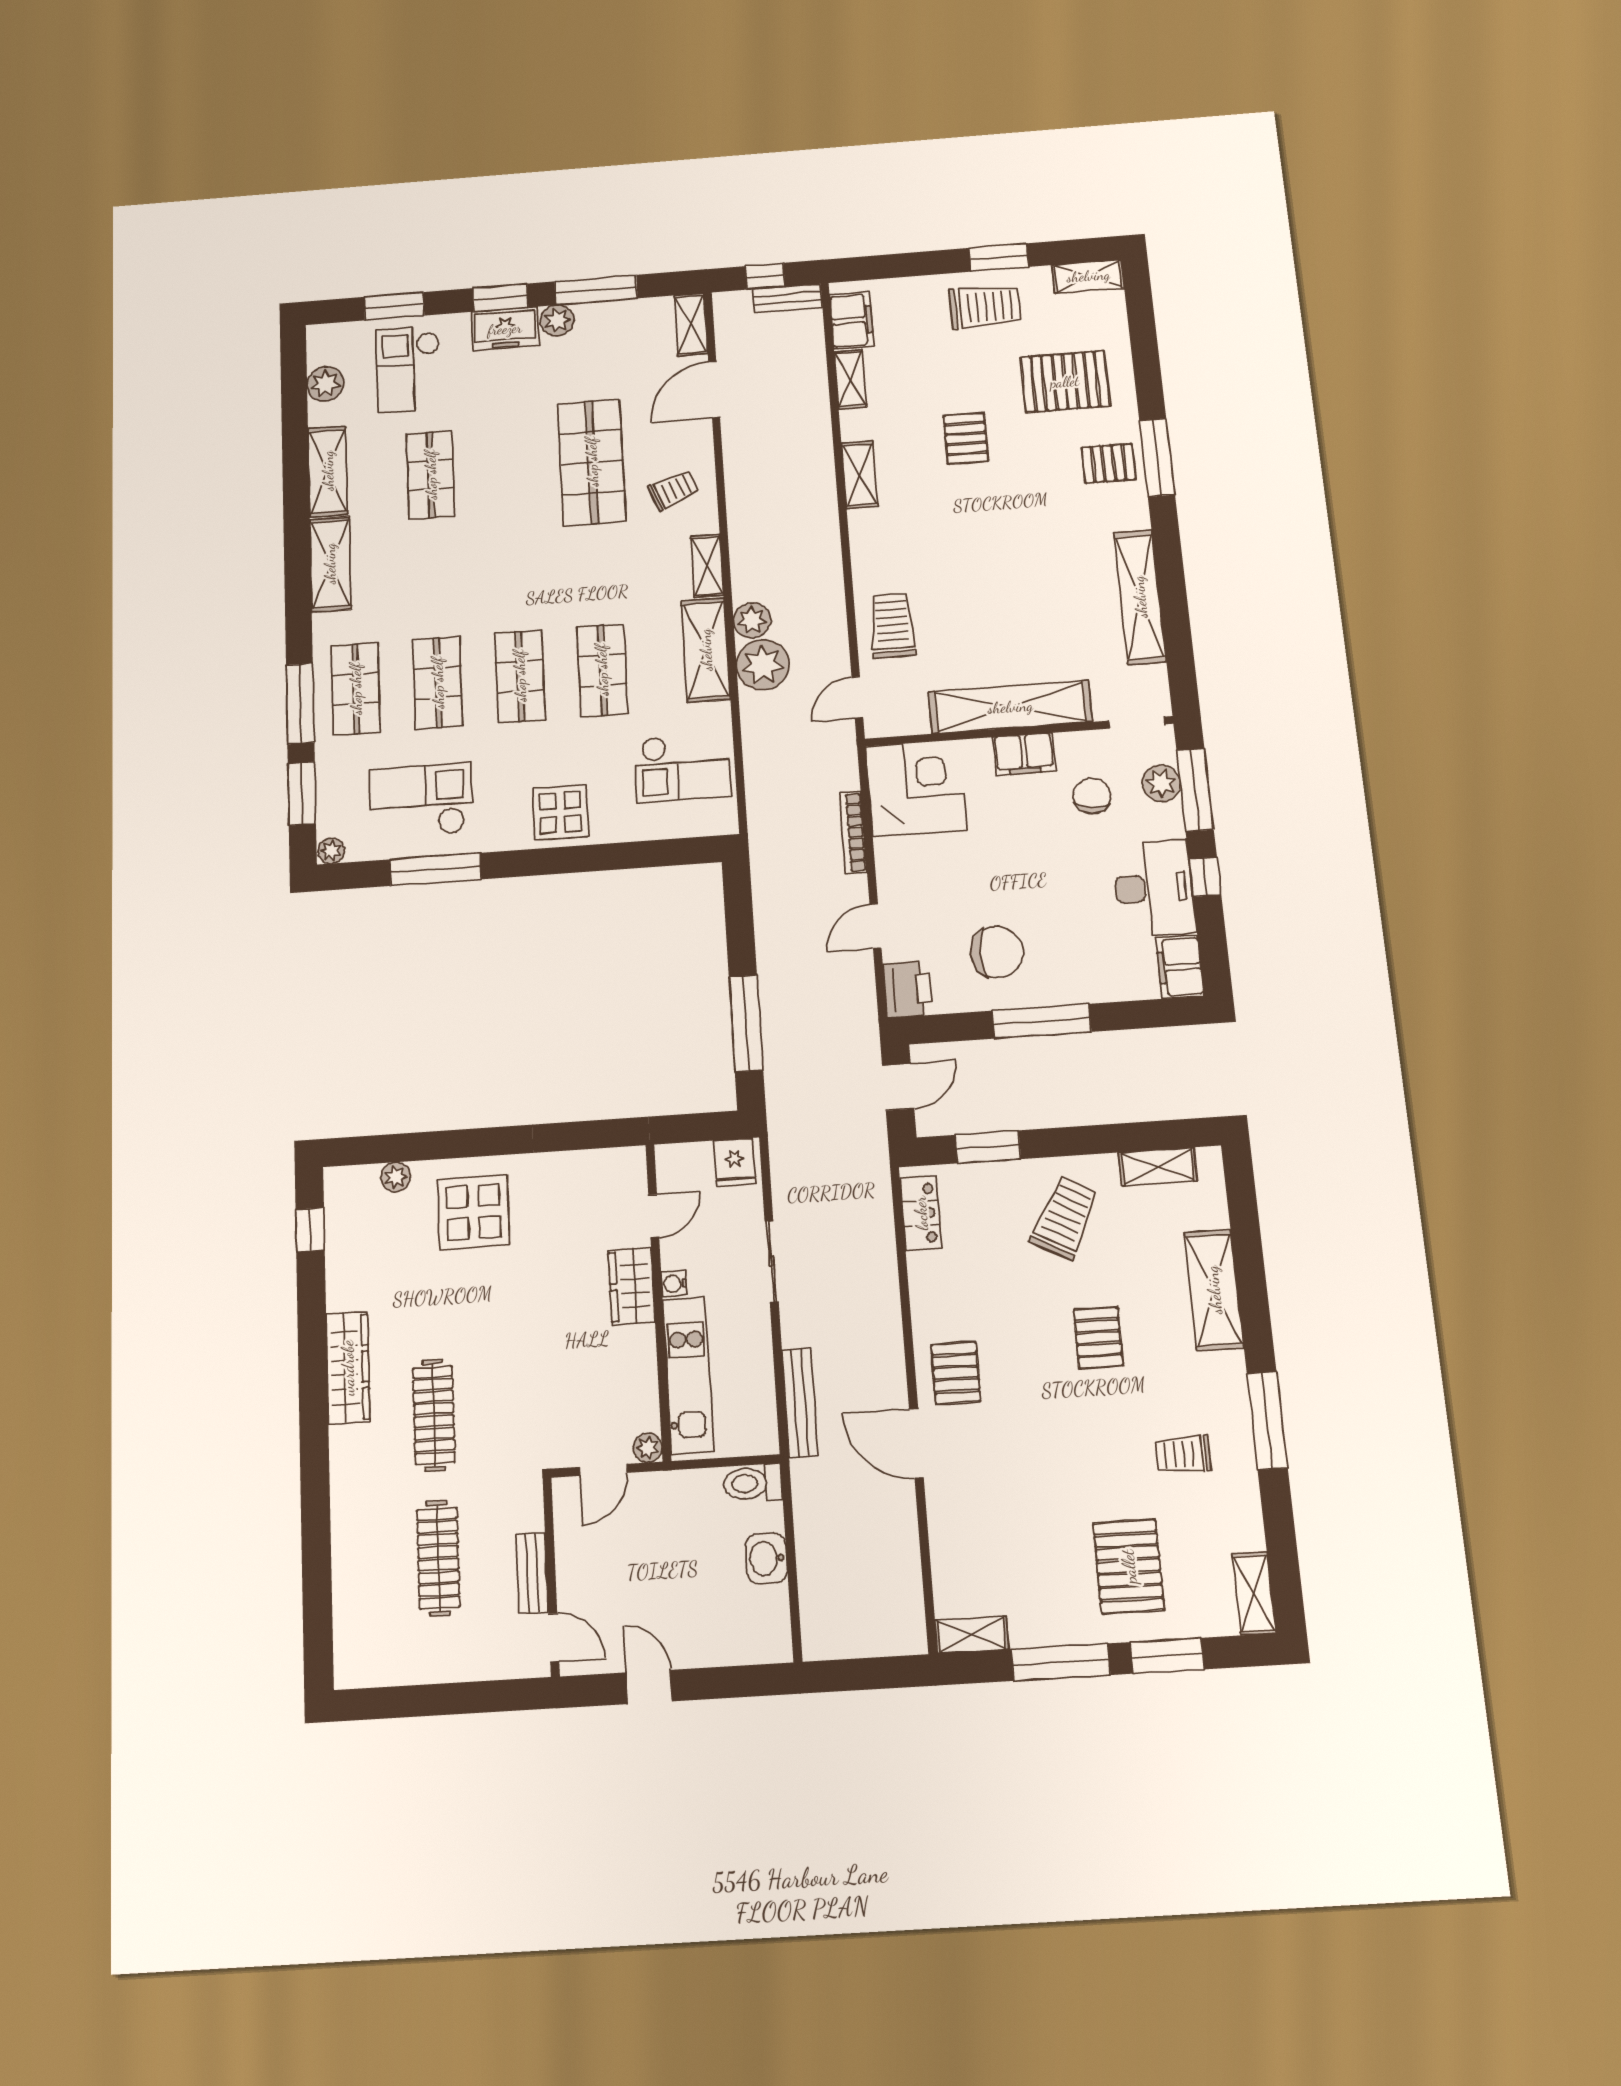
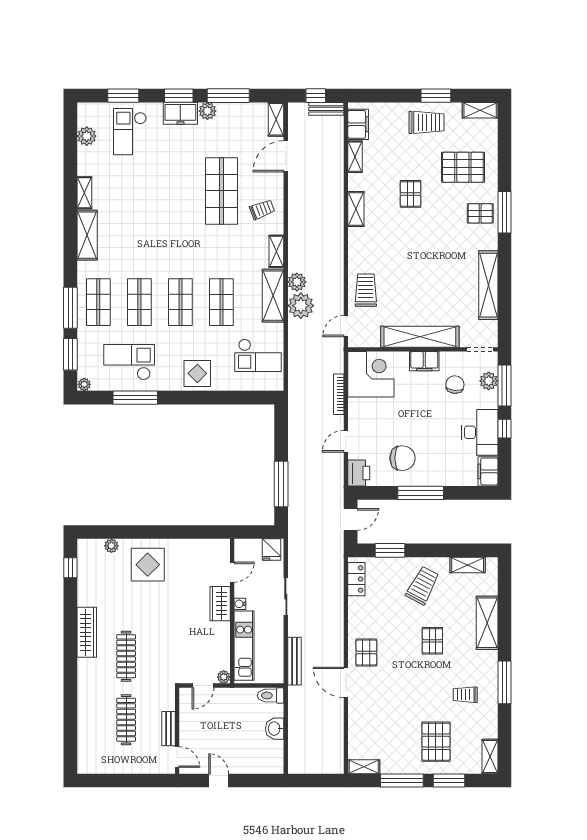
shelving: (328, 471) -> (84, 193), width x0.67, depth x0.75
shop shelf: (431, 475) -> (139, 191), removed

